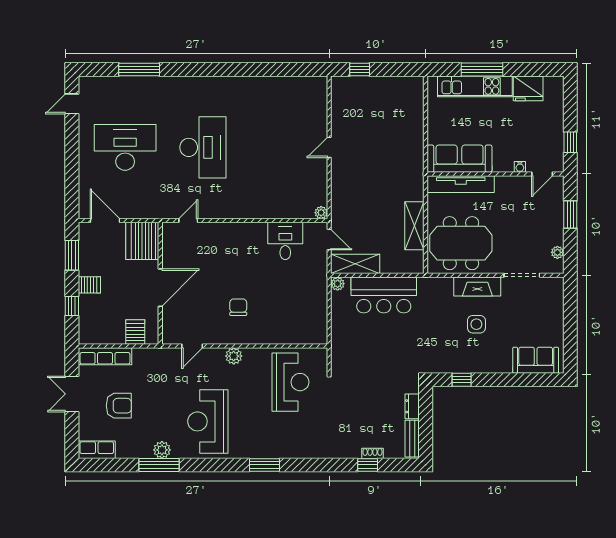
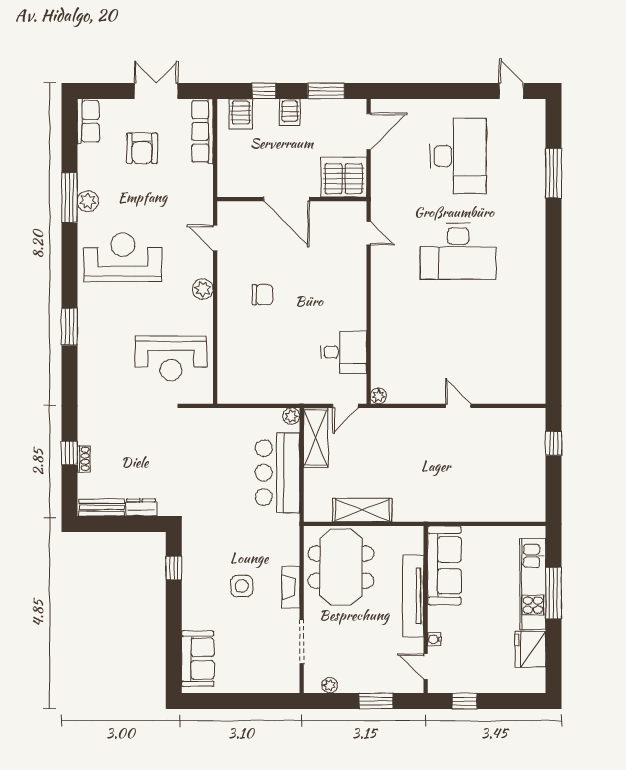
tv unit: (461, 184) -> (413, 596), moved
fireplace: (477, 286) -> (291, 587), width x0.73, depth x0.76
server rack: (135, 332) -> (241, 114), moved, turned 90

